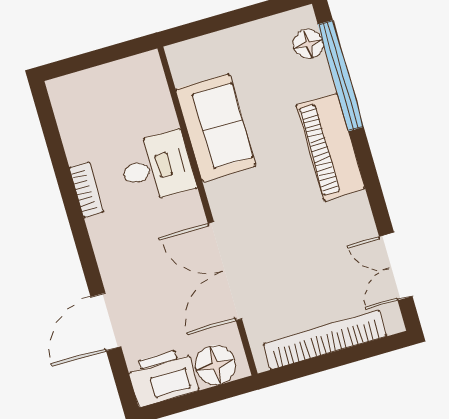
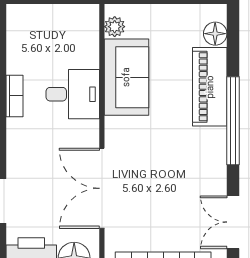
plant: (184, 71) -> (115, 27), added
window: (341, 76) -> (233, 121), moved
piano: (331, 147) -> (210, 87), moved

